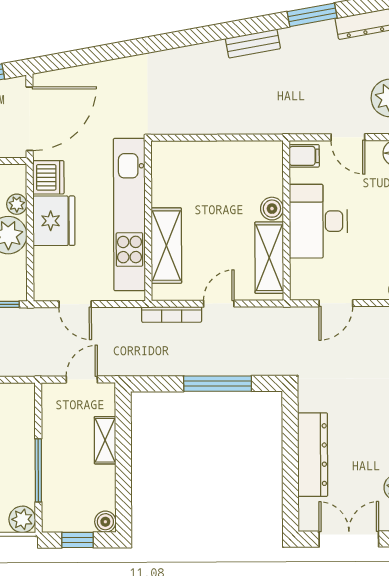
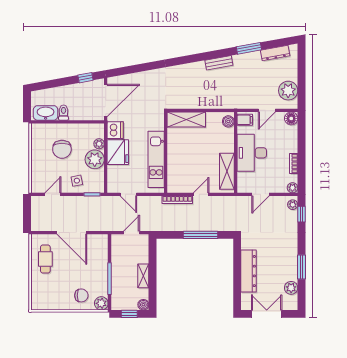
door: (348, 137) -> (267, 110), hinge flipped
boiler: (272, 209) -> (228, 121), moved
kitchen unit: (129, 214) -> (156, 159), width x0.73
shelving: (166, 246) -> (186, 120), moved, turned 90
shelving: (105, 440) -> (143, 276), moved

